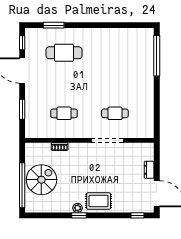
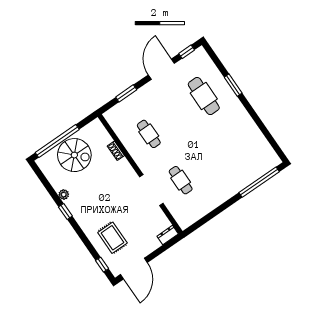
window: (54, 25) -> (233, 85), moved
dresser: (149, 170) -> (168, 235), moved
rug: (99, 201) -> (112, 238), moved
plant: (78, 208) -> (64, 195), moved

